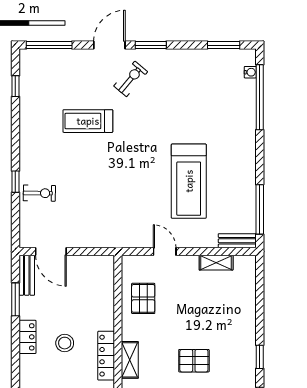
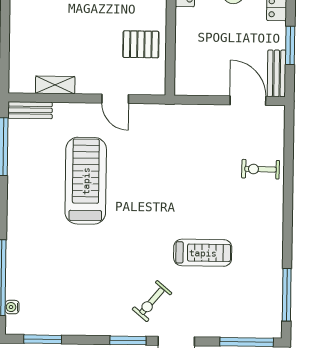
window: (15, 86) -> (287, 295), width x2.17
window: (15, 182) -> (288, 183), removed
pallet: (143, 298) -> (141, 44), turned 90

